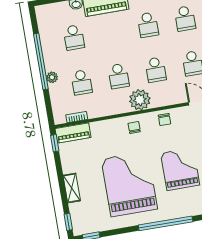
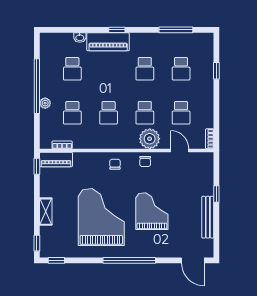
plant: (140, 100) -> (150, 139), moved

